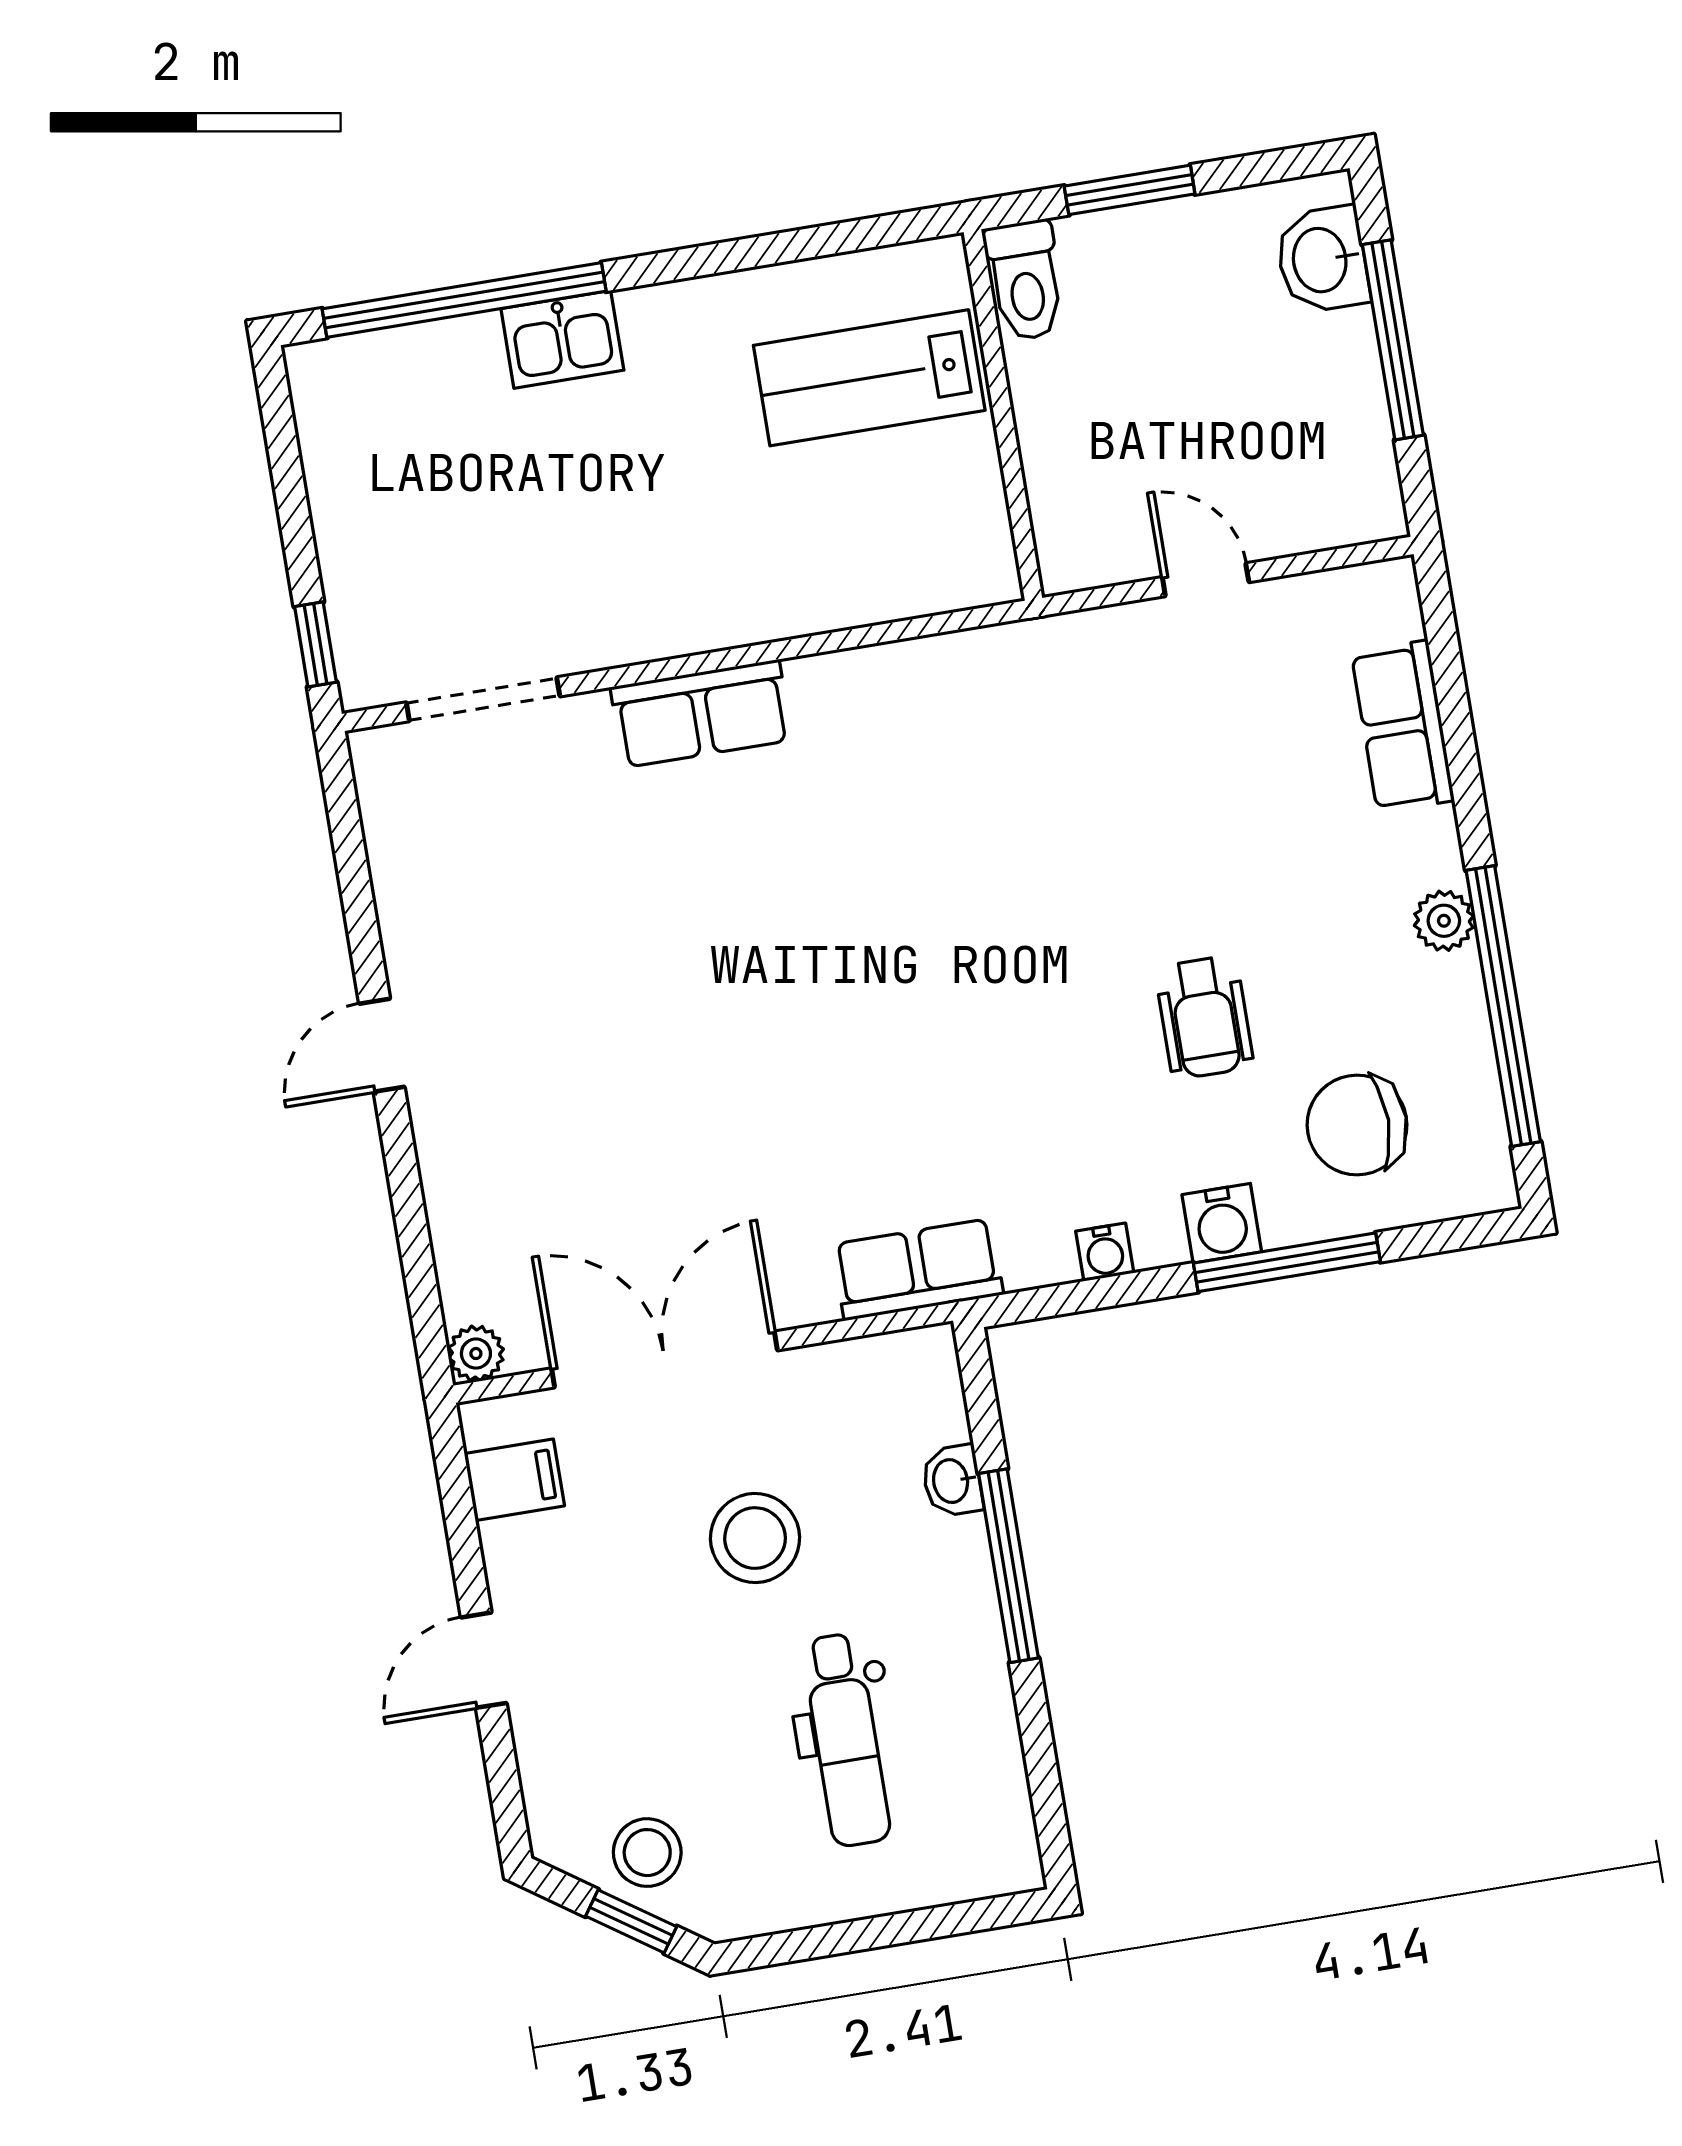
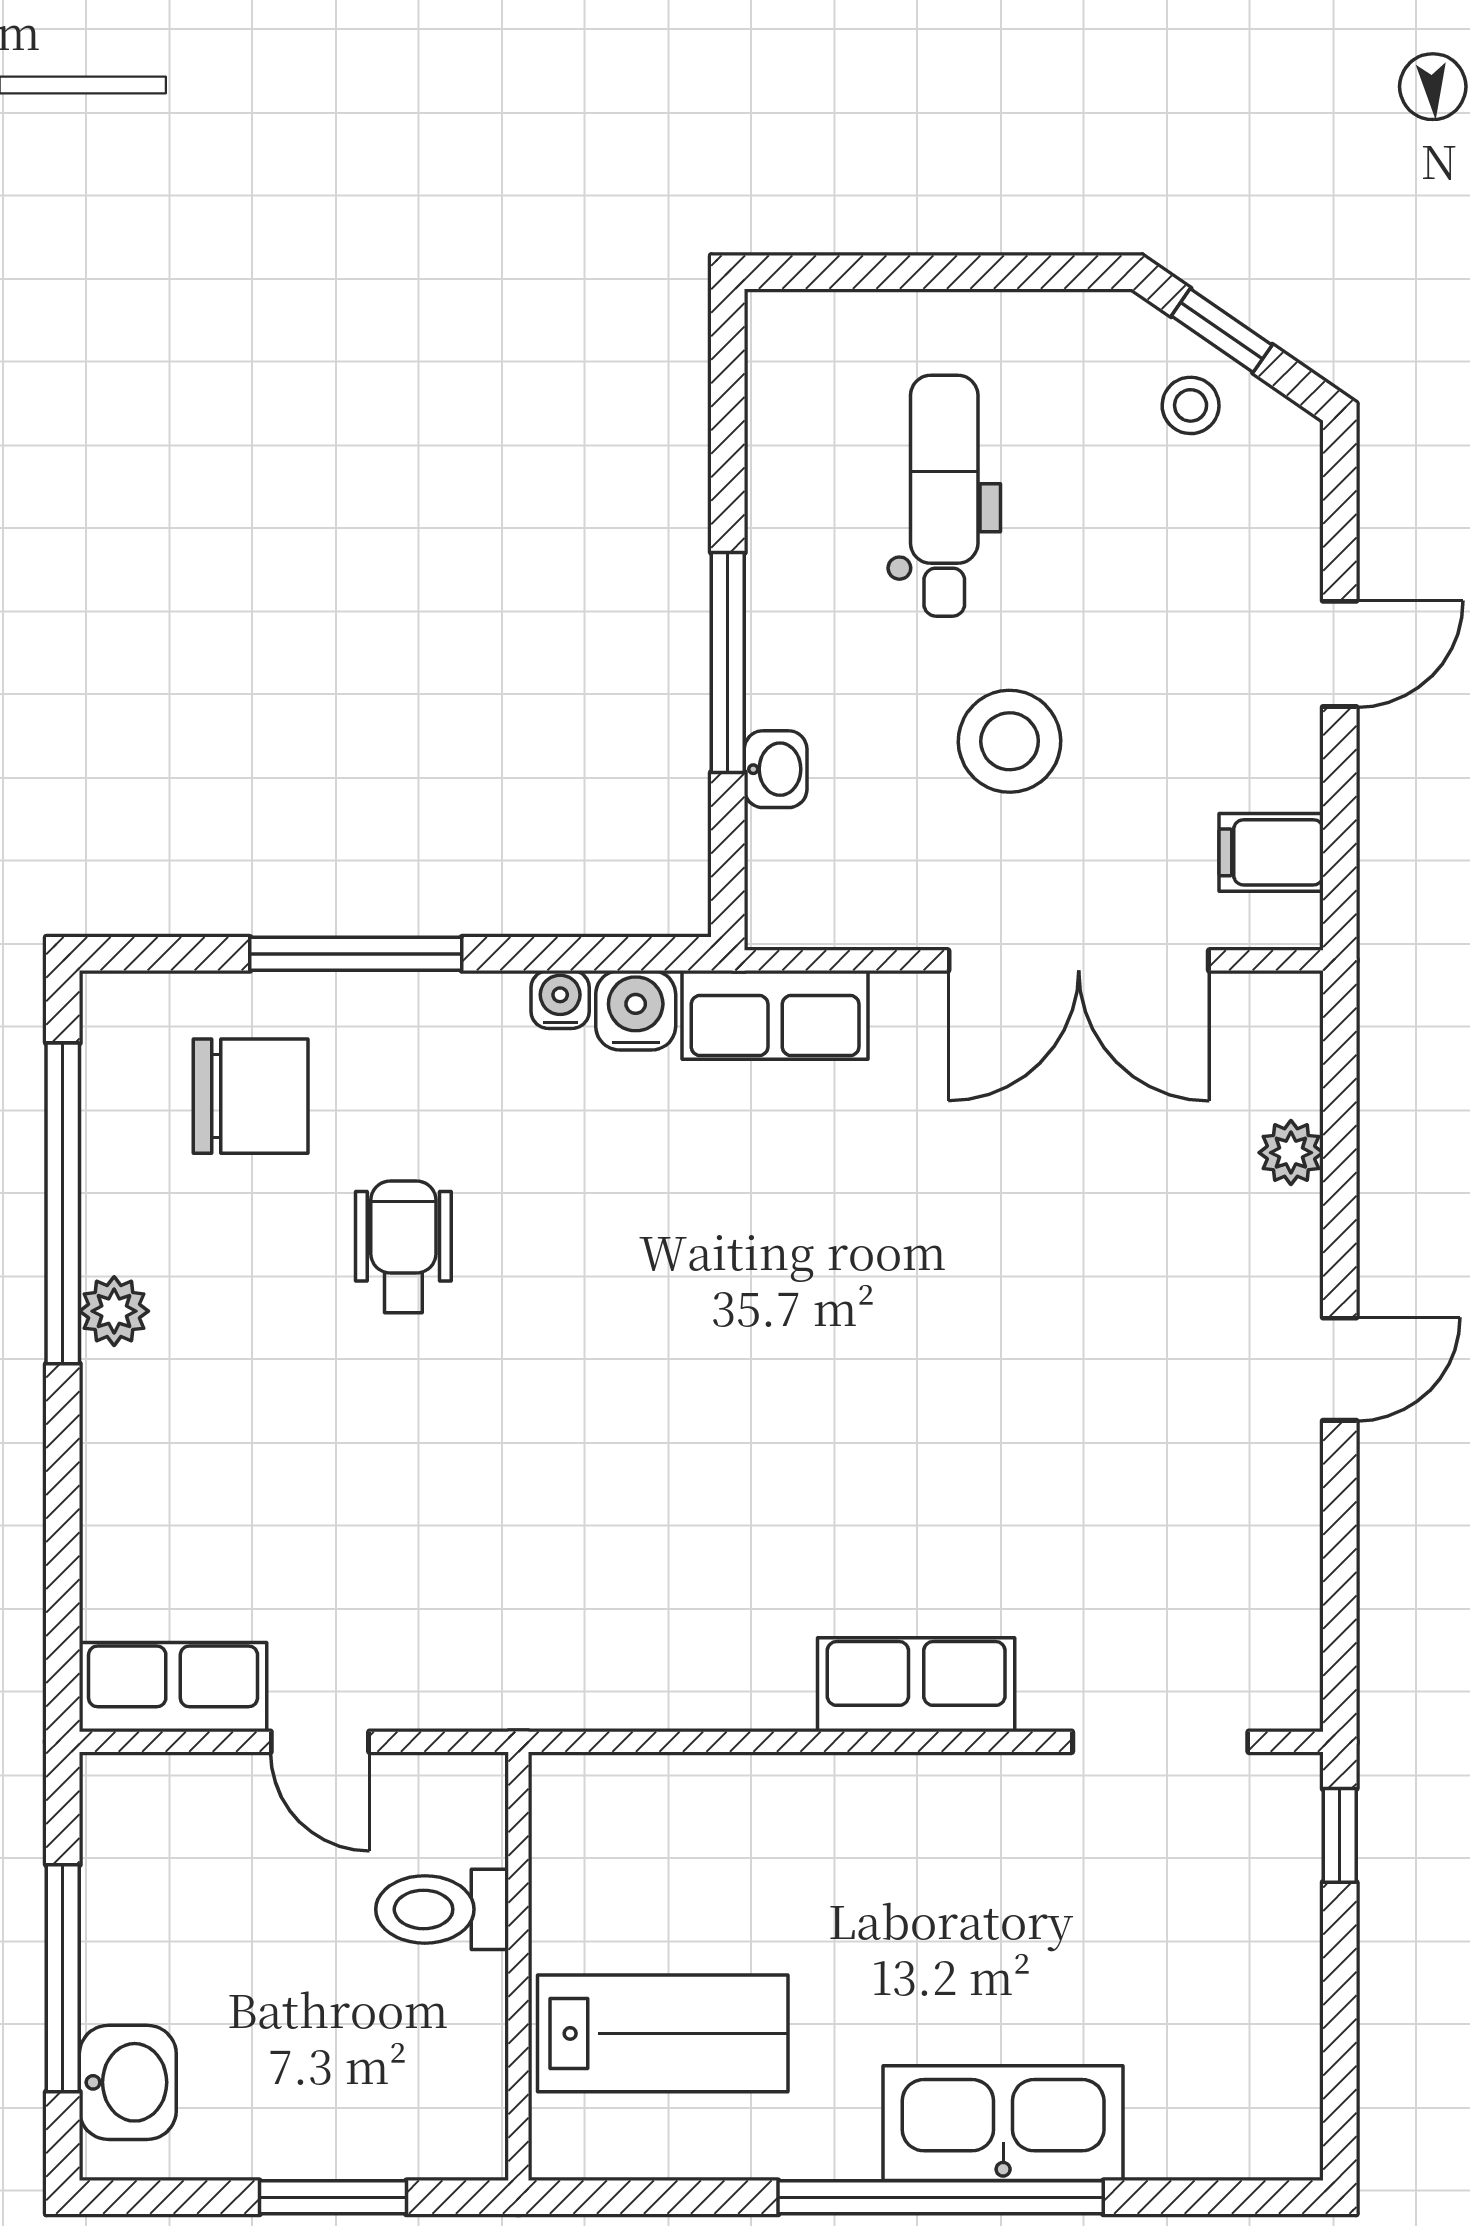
toilet: (1025, 280) -> (442, 1909), moved, turned -90
window: (464, 300) -> (941, 2197), moved
kitchen sink: (562, 339) -> (1003, 2123), width x1.88, depth x1.24
row of seats: (1403, 726) -> (173, 1687), moved, turned -90
water cooler: (1222, 1223) -> (636, 1010), moved
plant: (476, 1354) -> (1291, 1153), moved
stool: (647, 1853) -> (1191, 405), width x0.73, depth x0.73

